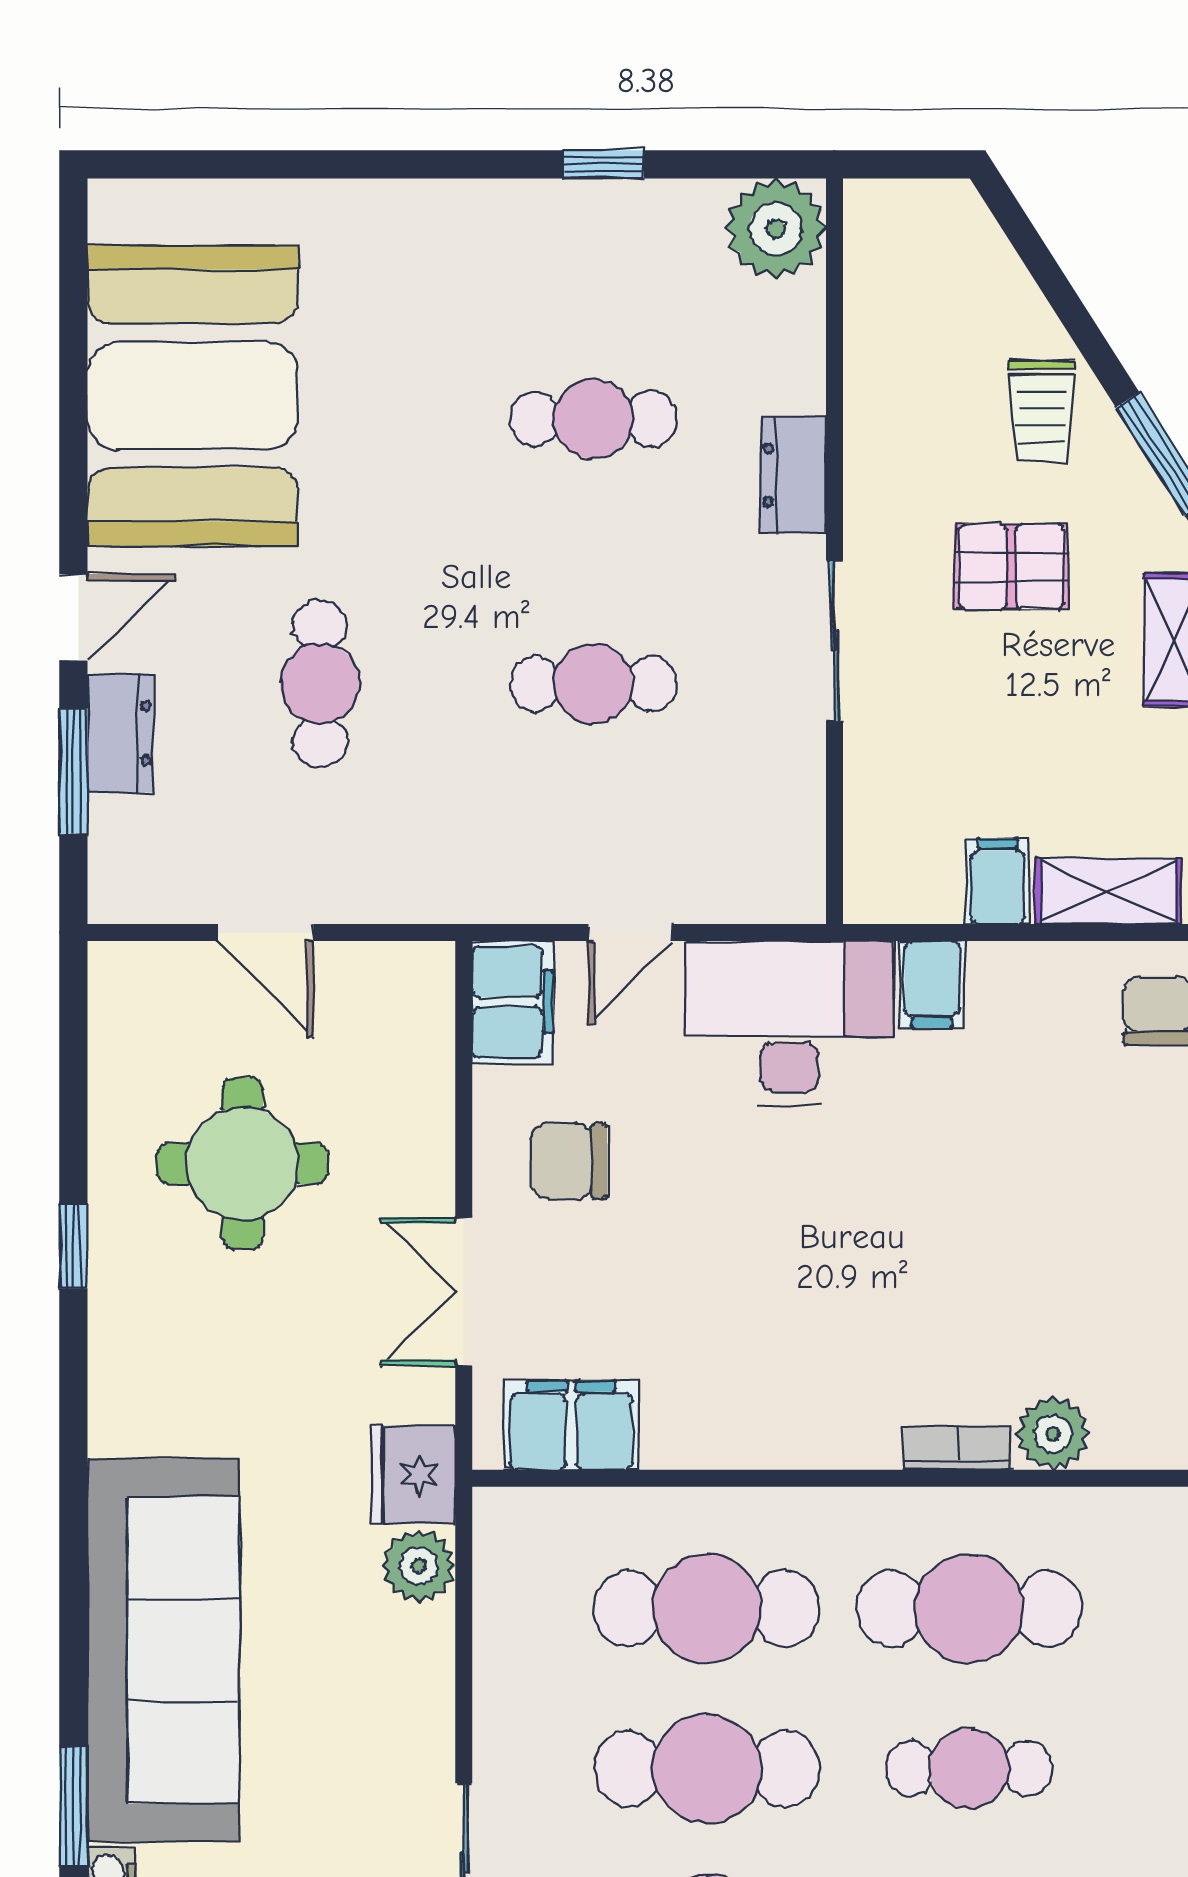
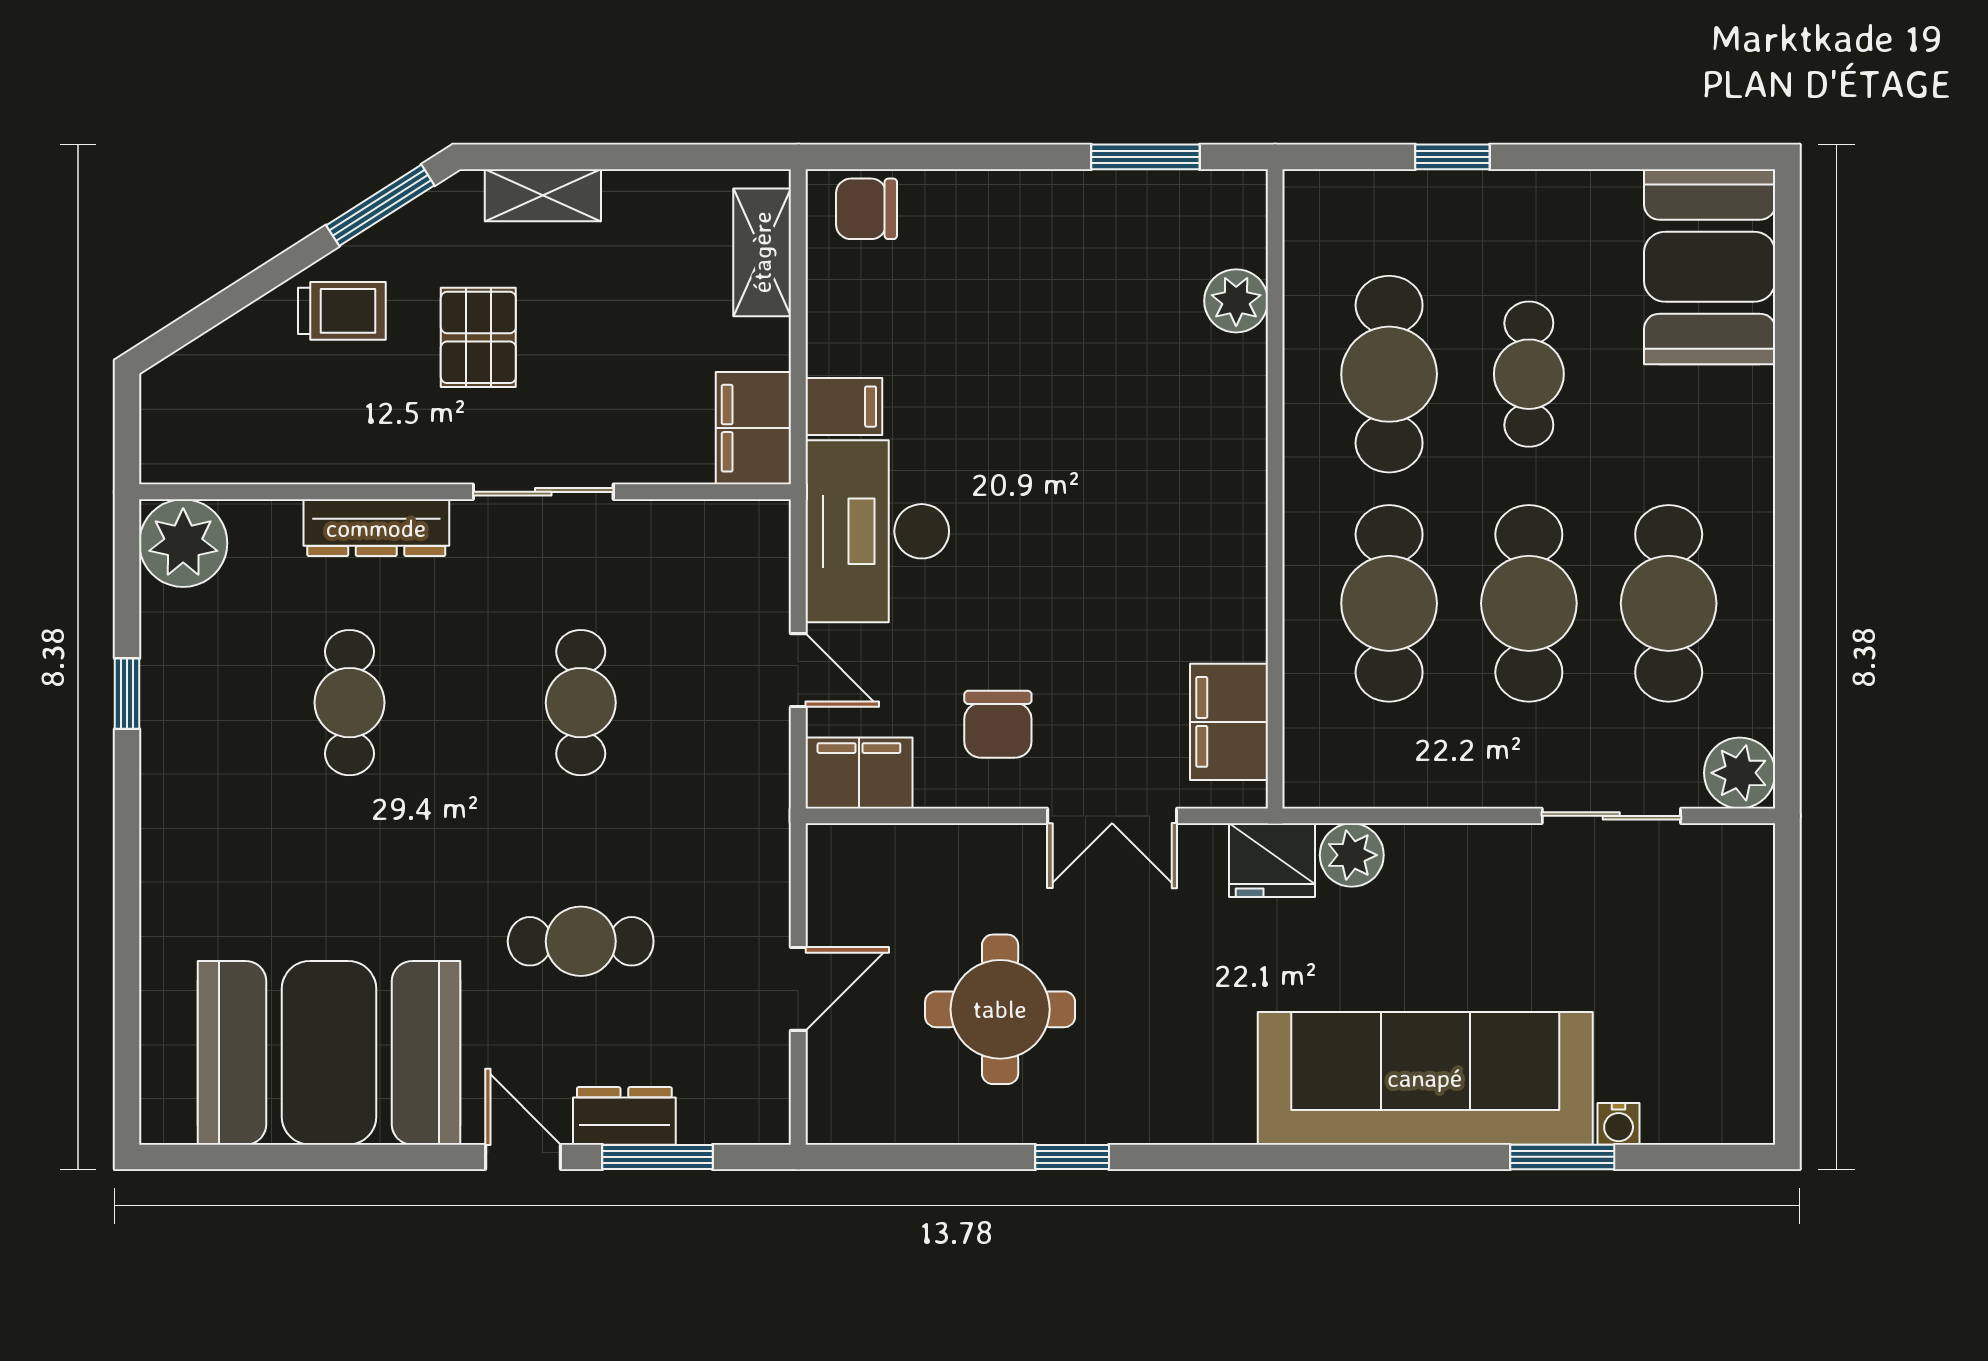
dresser: (793, 475) -> (376, 528), width x1.44
filing cabinet: (997, 881) -> (753, 428), moved, width x2.00
bookcase: (957, 1448) -> (1249, 385), removed

